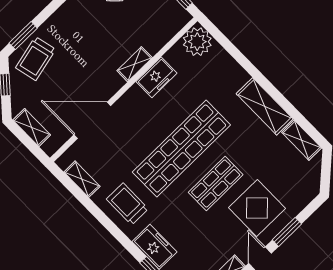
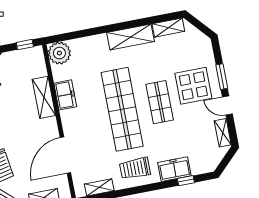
shelving: (135, 64) -> (44, 97), width x1.50, depth x1.33

